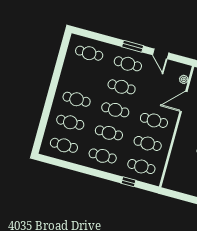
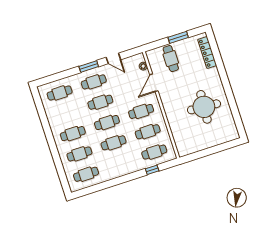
cafe table: (103, 156) -> (120, 163), removed

